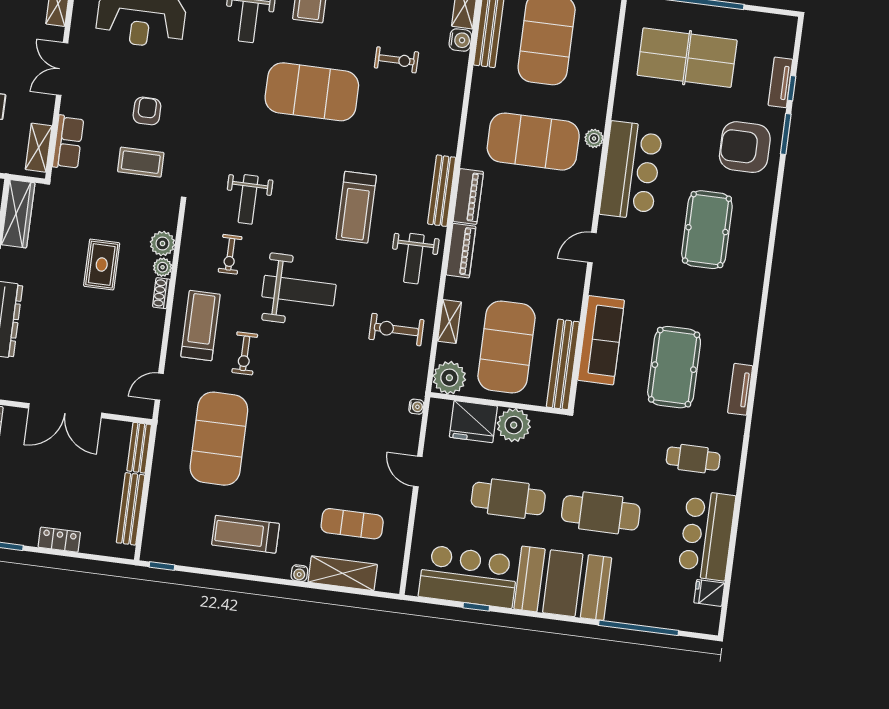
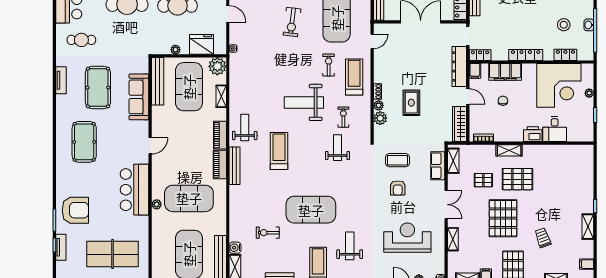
pool table: (707, 230) -> (84, 142), moved
treadmill: (201, 326) -> (354, 77), turned 180
exercise bike: (396, 330) -> (292, 22), moved, turned 97
plant: (514, 425) -> (175, 50), width x0.53, depth x0.53

